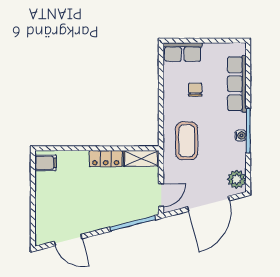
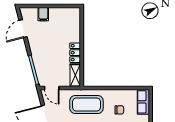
coffee table: (187, 141) -> (86, 104), width x1.36, depth x1.32
filing cabinet: (46, 163) -> (43, 14), moved

